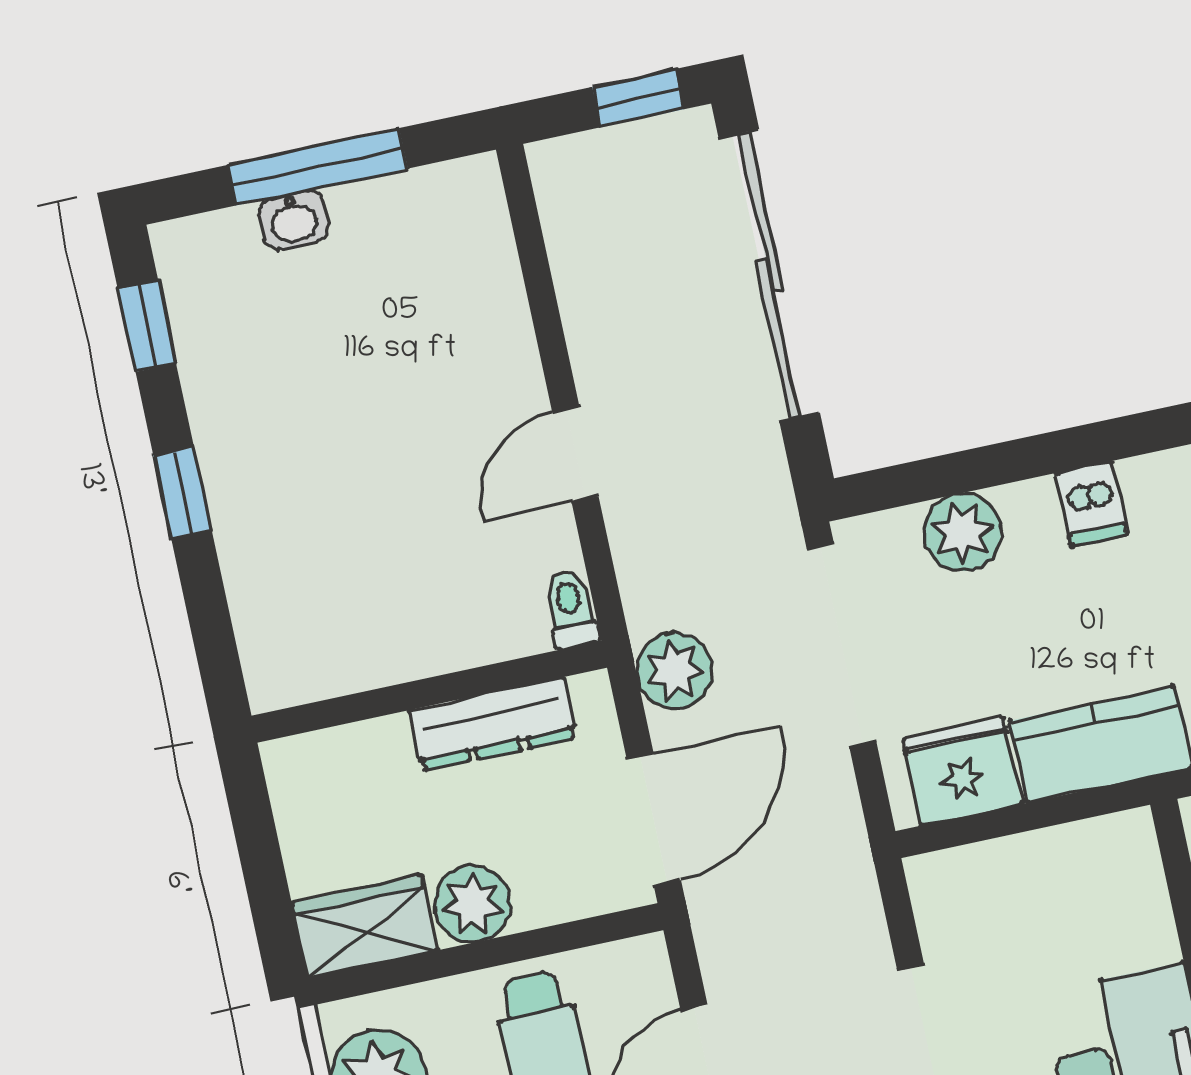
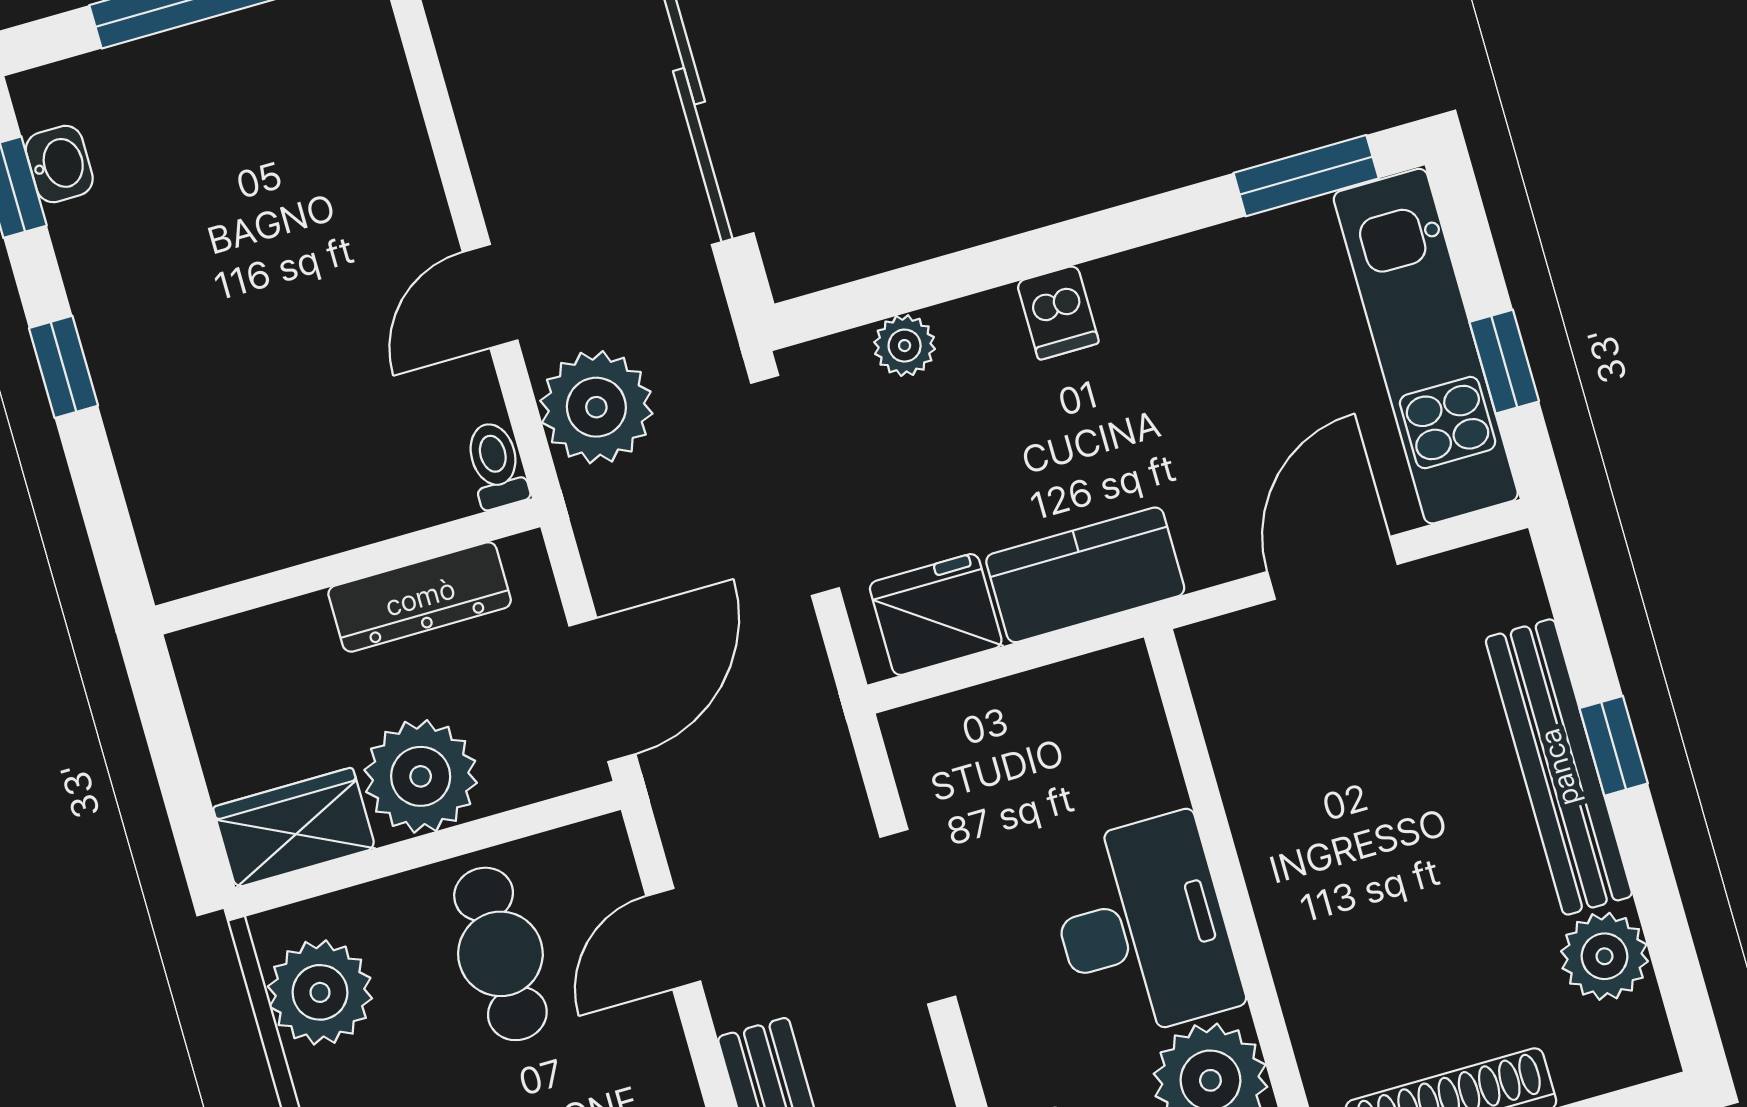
washbasin: (294, 220) -> (59, 164), moved, turned -90
plant: (962, 532) -> (905, 346), width x0.73, depth x0.73
plant: (675, 671) -> (596, 407), moved, width x1.36, depth x1.36
plant: (472, 904) -> (421, 776), width x1.36, depth x1.36

